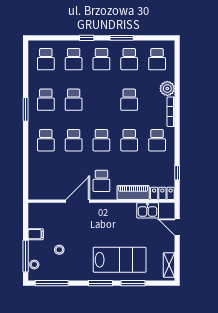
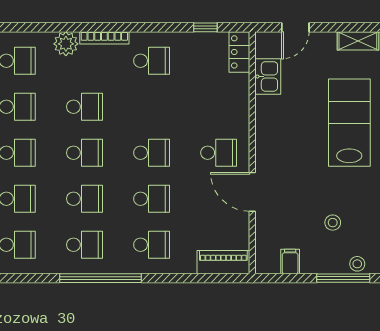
window: (26, 109) -> (101, 278), width x2.11
school desk: (129, 140) -> (85, 153), moved
piano: (133, 192) -> (223, 262), moved, turned 90
filing cabinet: (36, 234) -> (290, 262), moved

